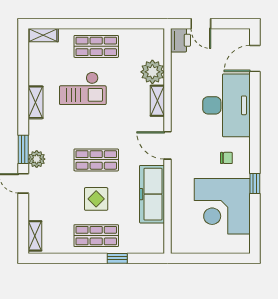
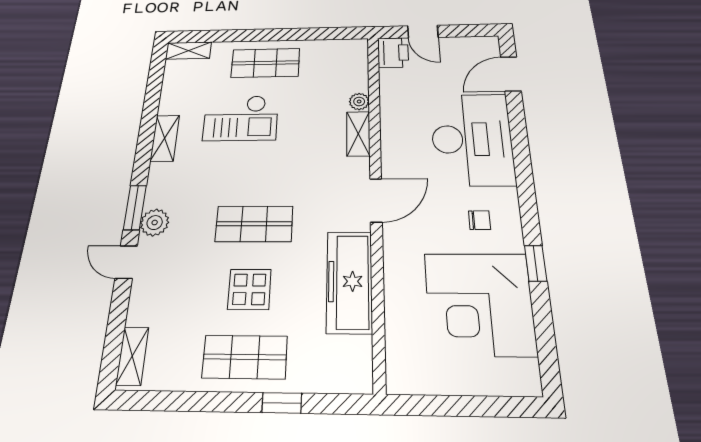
plant: (152, 72) -> (359, 102), width x0.53, depth x0.53
door: (168, 145) -> (376, 200), swing flipped

